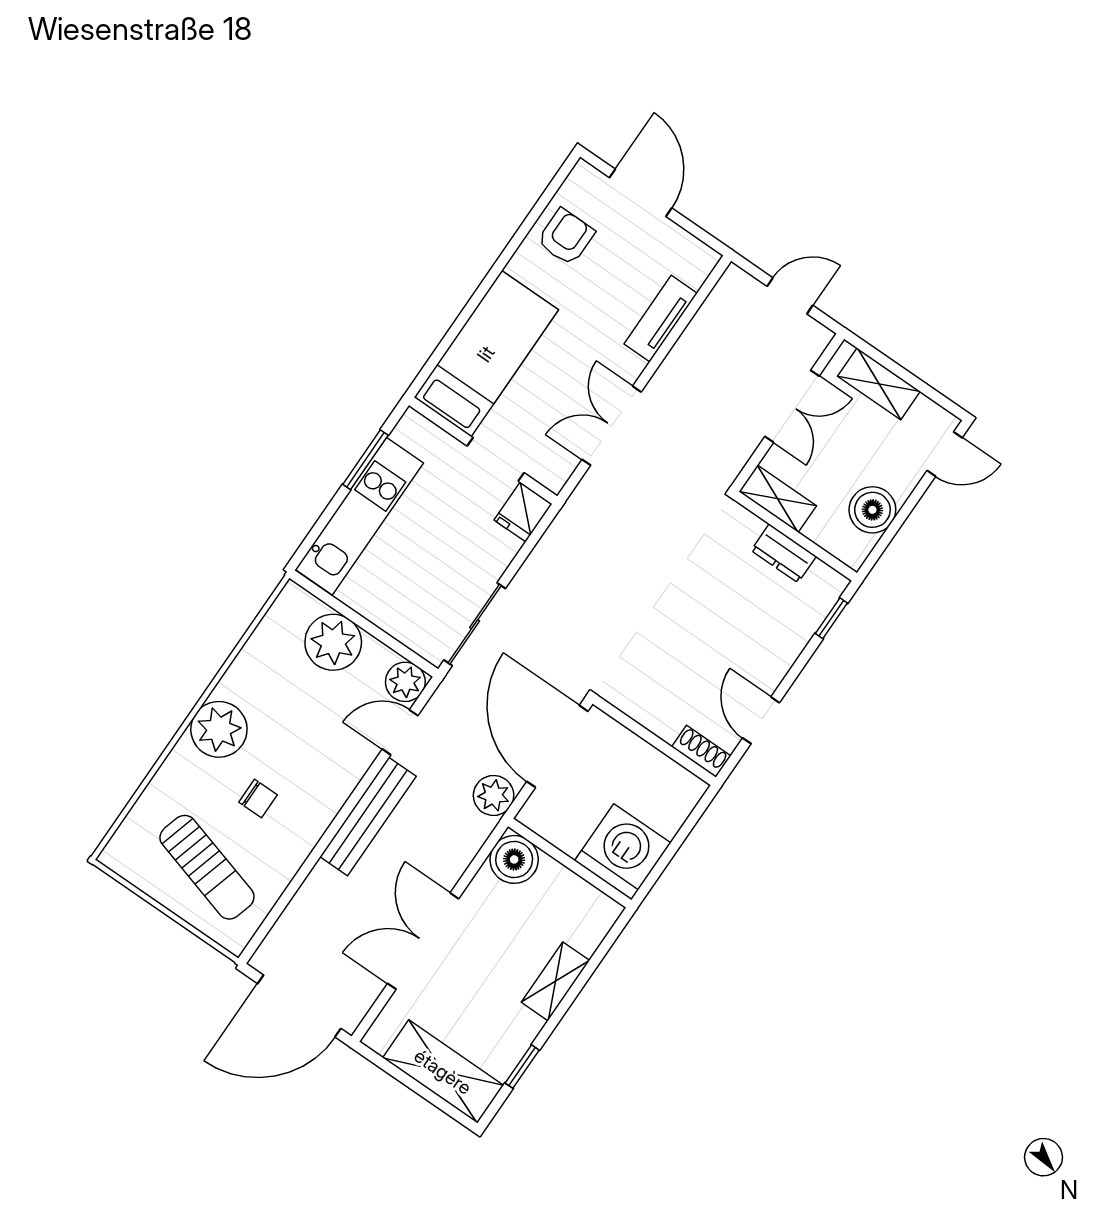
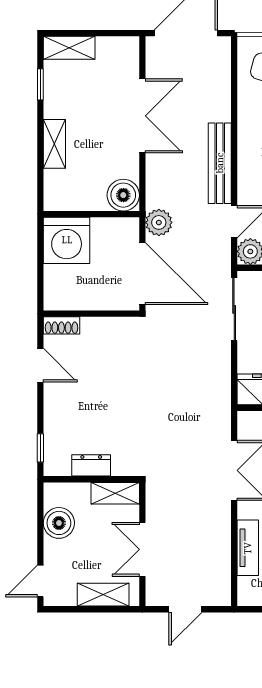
shelving: (443, 1072) -> (69, 48), width x0.67, depth x0.75

